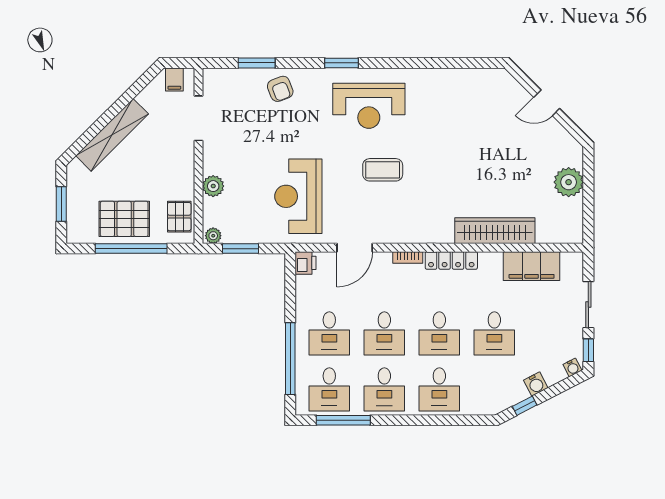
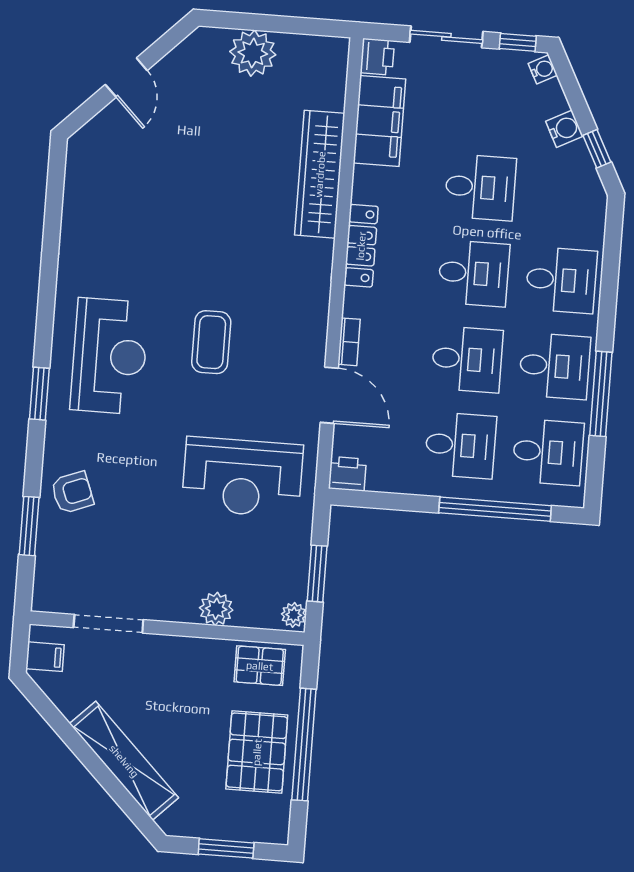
bookcase: (408, 257) -> (349, 342), moved
printer: (572, 262) -> (377, 57), added
window: (343, 420) -> (601, 394), moved

